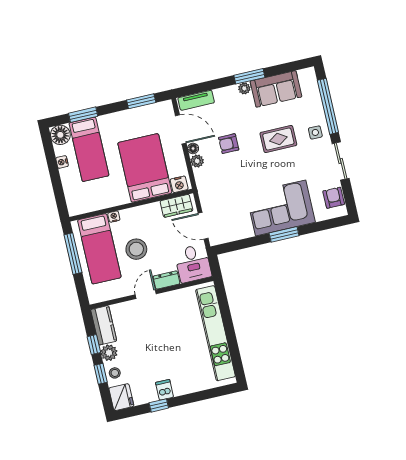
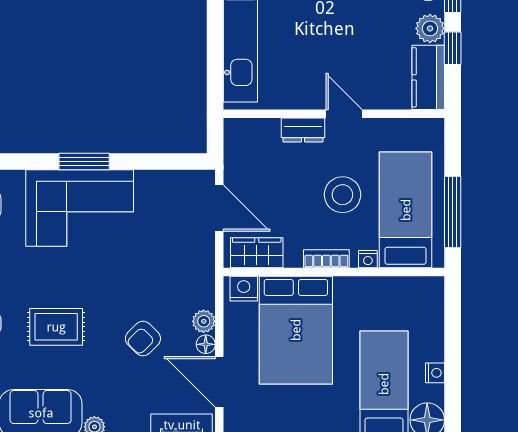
armchair: (229, 144) -> (143, 339), turned 135
bookcase: (137, 211) -> (326, 259), added
desk: (193, 263) -> (251, 148), removed
door: (146, 294) -> (344, 114), swing flipped

